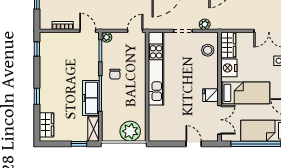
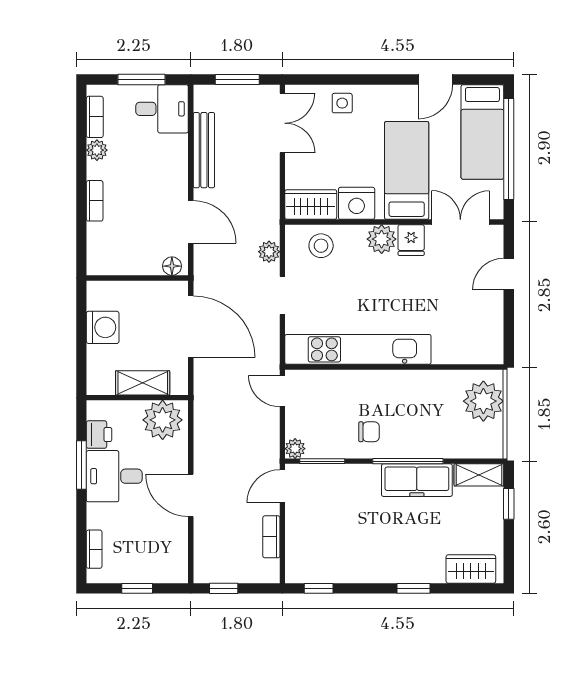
plant: (211, 80) -> (382, 239), added

